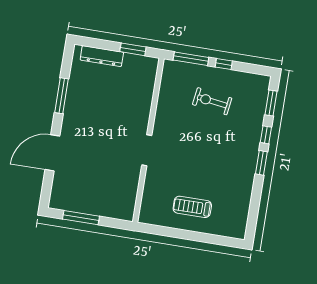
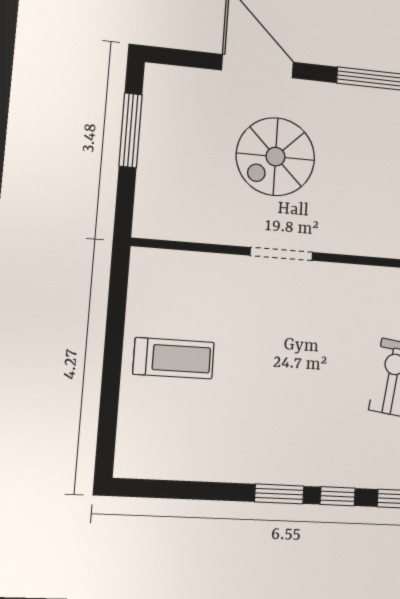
spiral stairs: (98, 148) -> (275, 157), added
treadmill: (192, 207) -> (174, 358), turned 90

